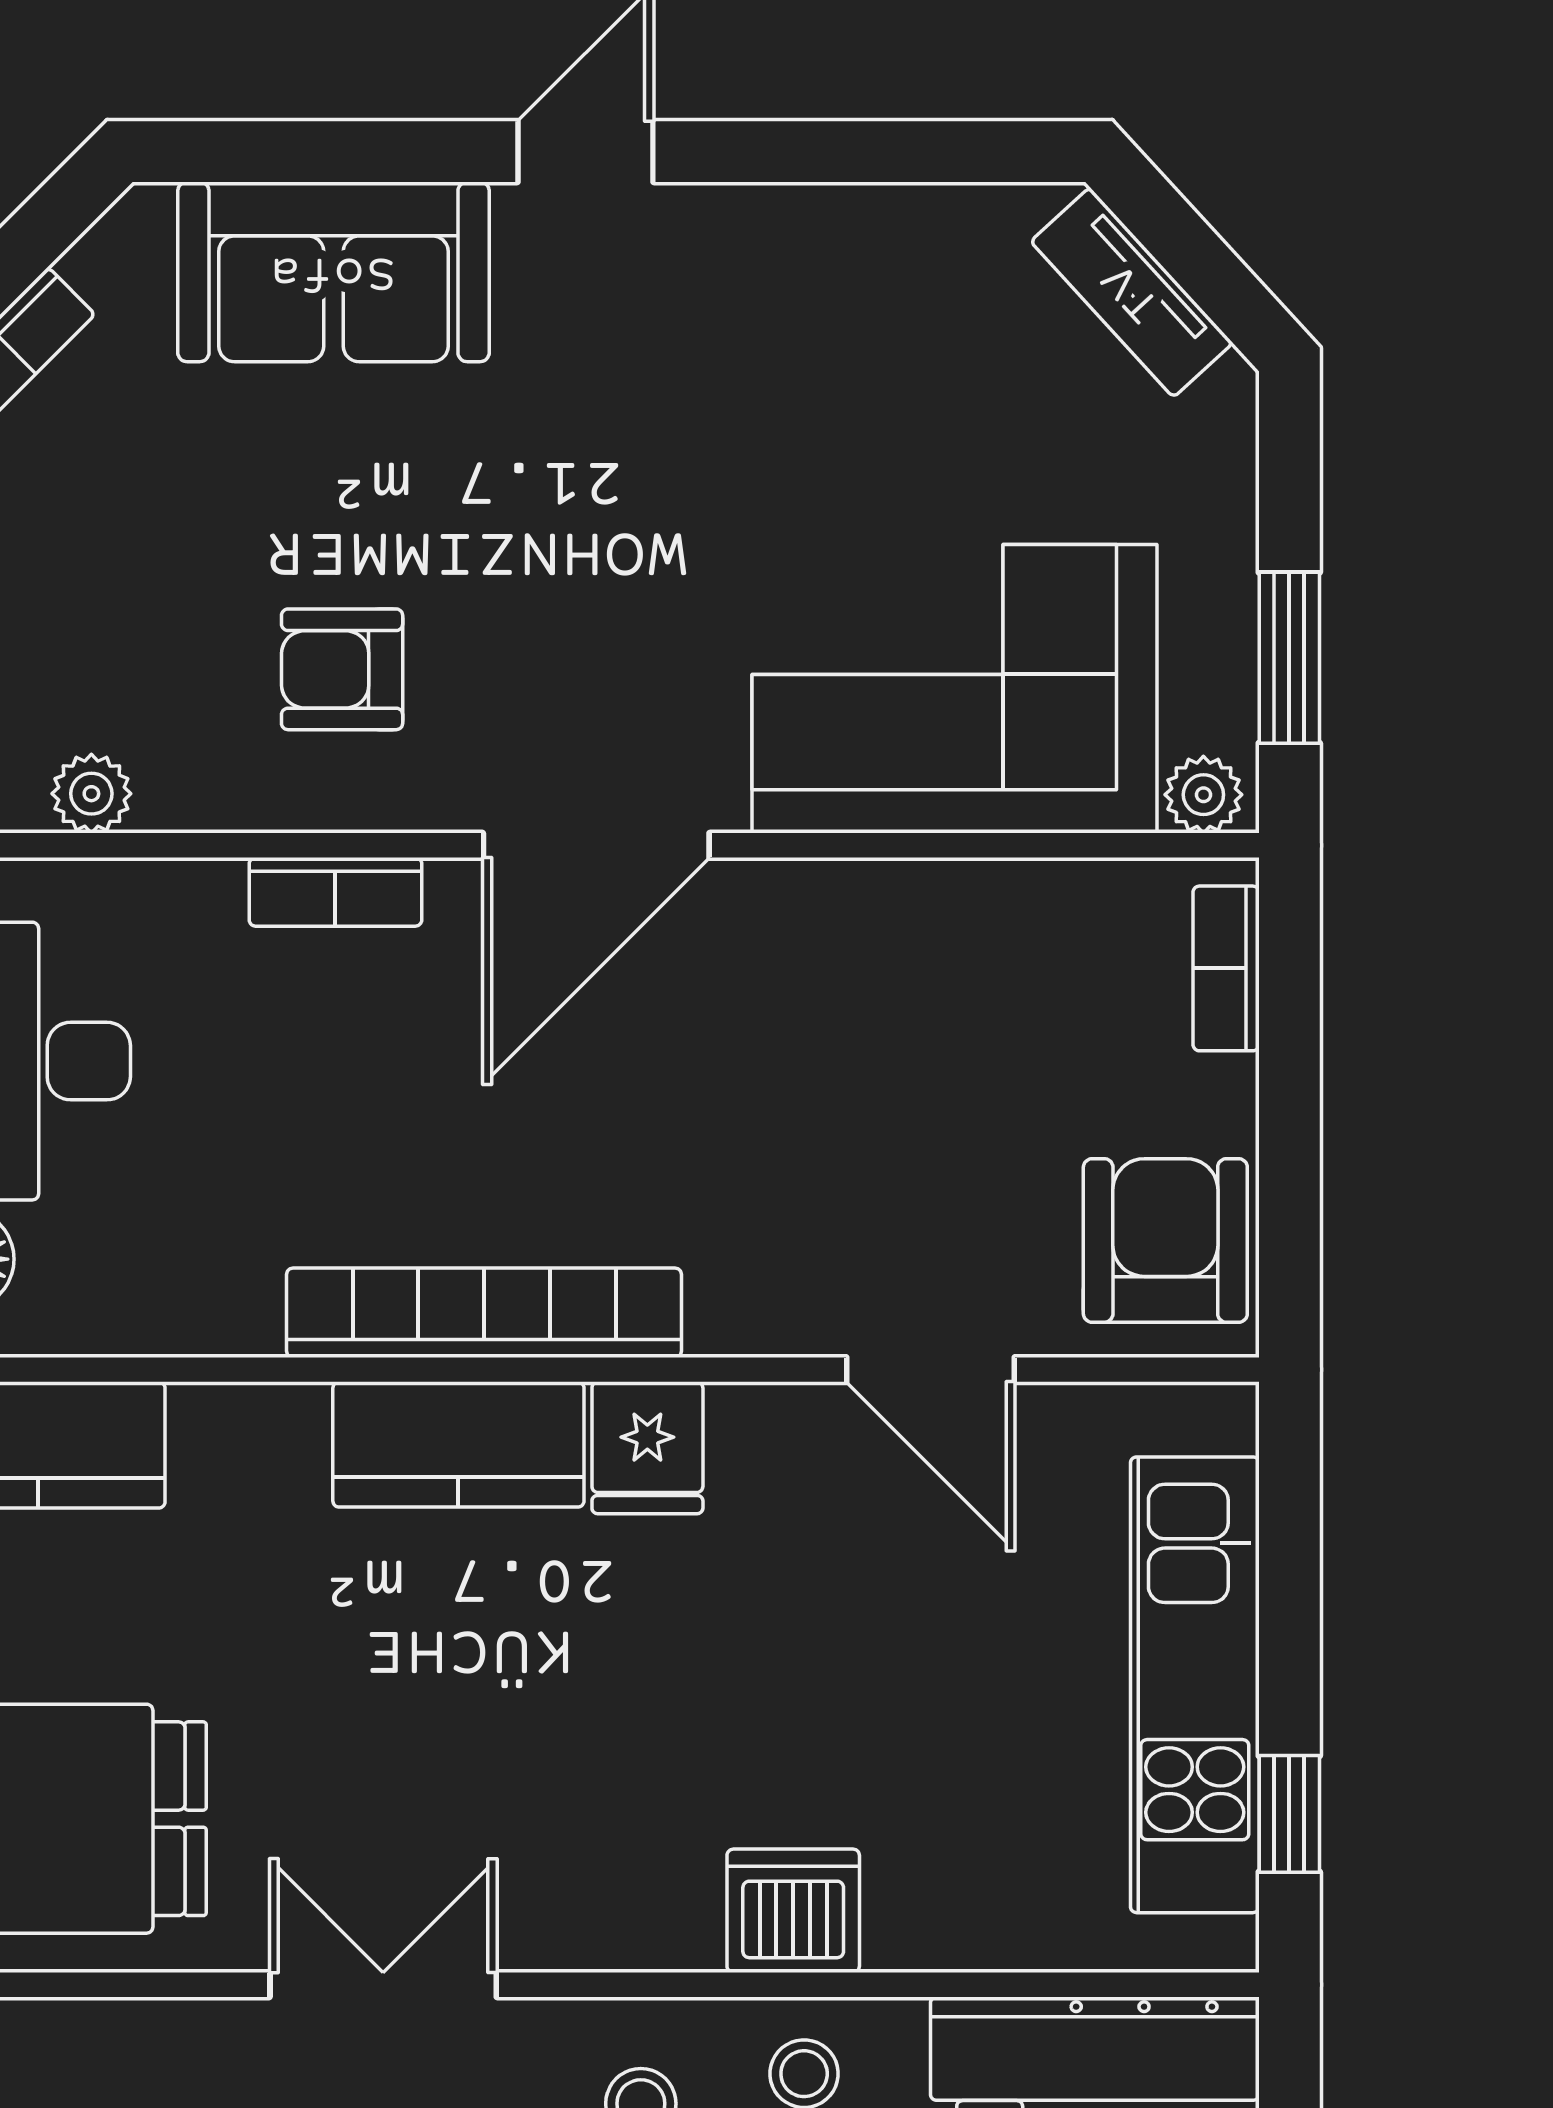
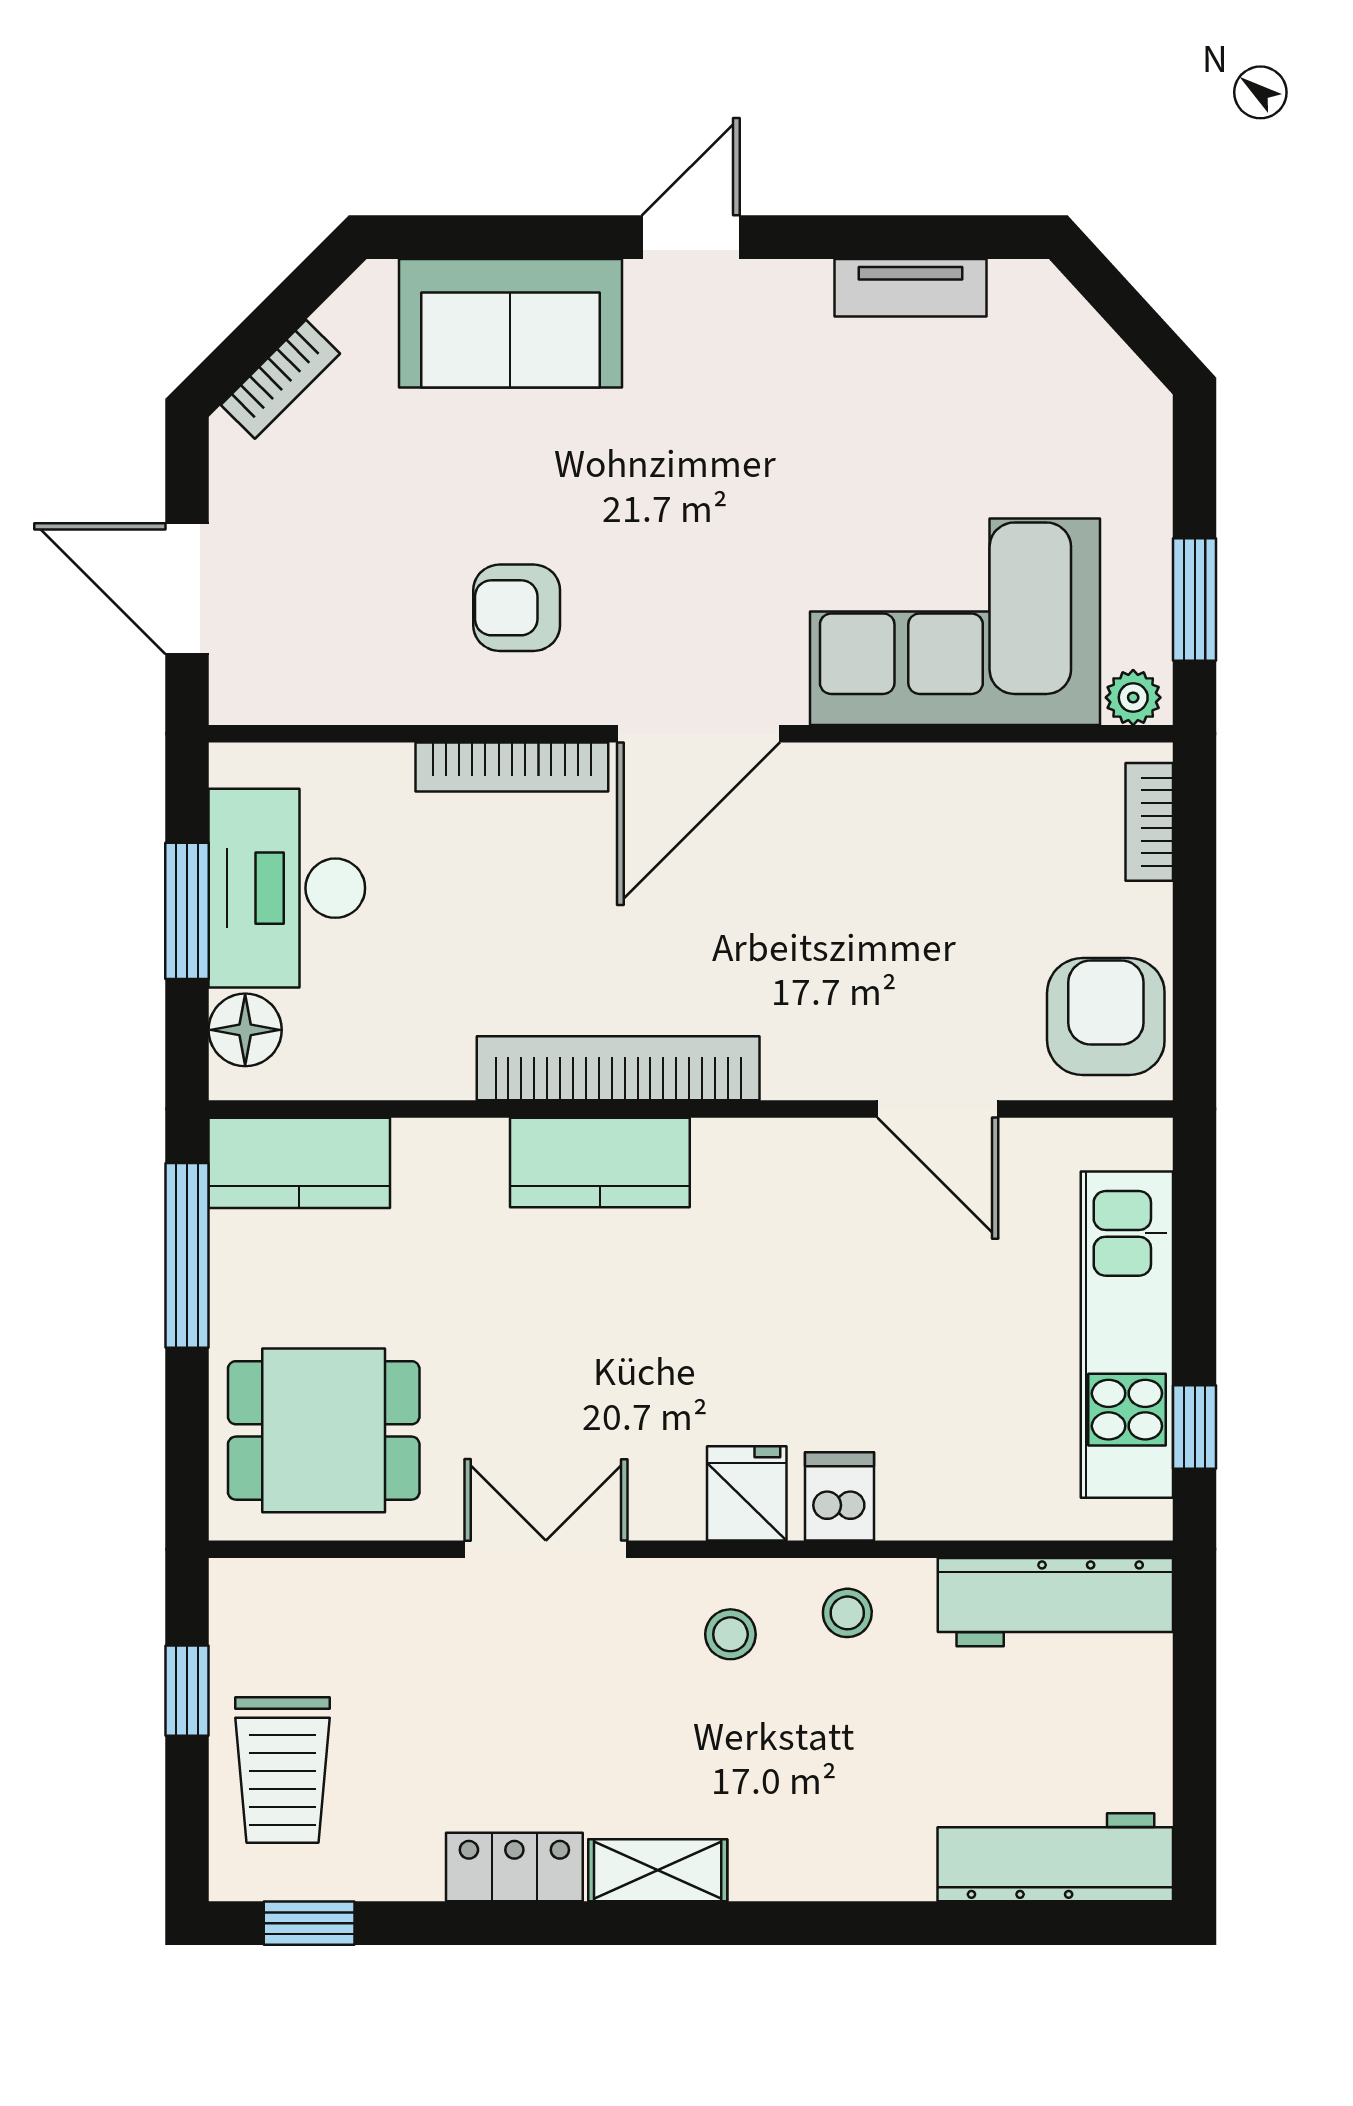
tv unit: (1132, 292) -> (910, 288), moved, turned -47
plant: (91, 794) -> (337, 697), removed
bookcase: (335, 892) -> (512, 767), width x1.56
fridge: (647, 1448) -> (747, 1493), moved, turned 180
dishwasher: (793, 1911) -> (839, 1496), width x0.73

